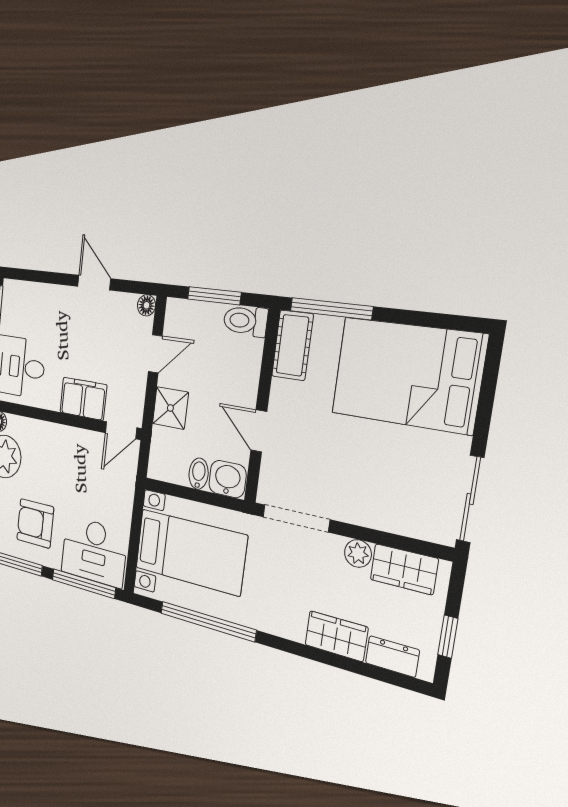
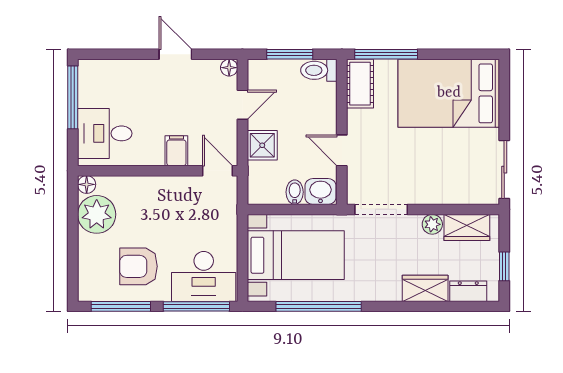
filing cabinet: (83, 399) -> (176, 151), width x0.50
door: (121, 430) -> (218, 171), swing flipped

